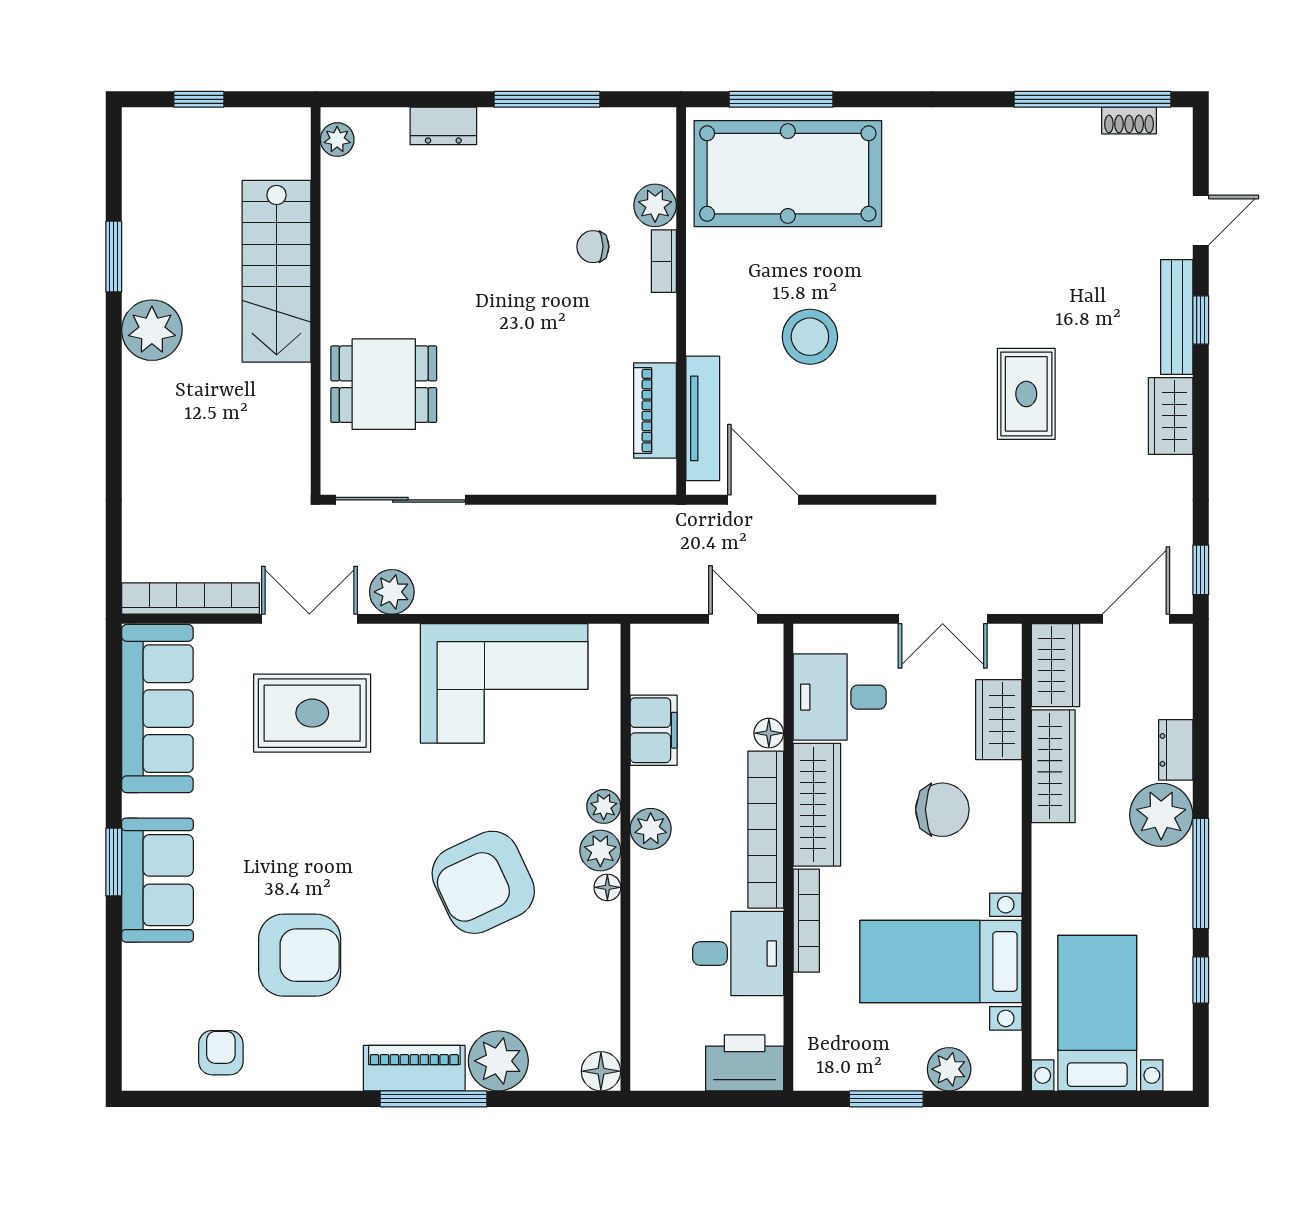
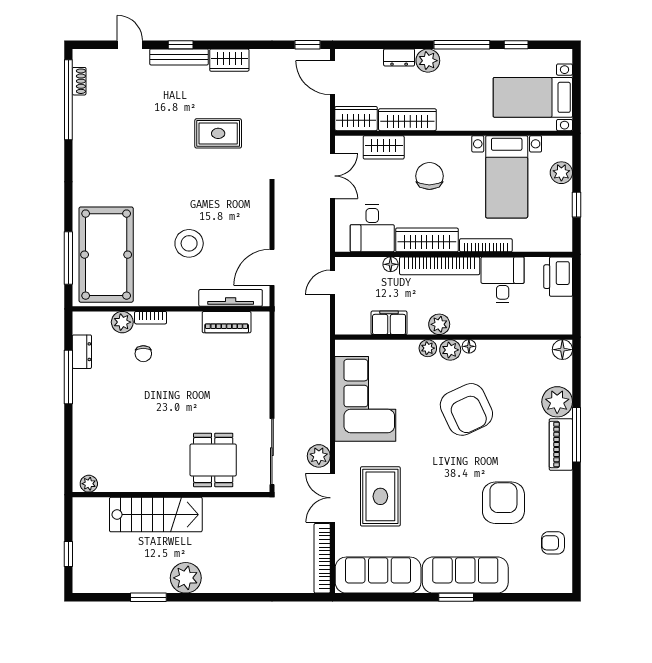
dresser: (443, 126) -> (82, 352), moved
plant: (1161, 815) -> (428, 61), width x0.73, depth x0.73
sofa: (157, 880) -> (465, 575), width x1.36
window: (886, 1099) -> (576, 205), width x0.67

